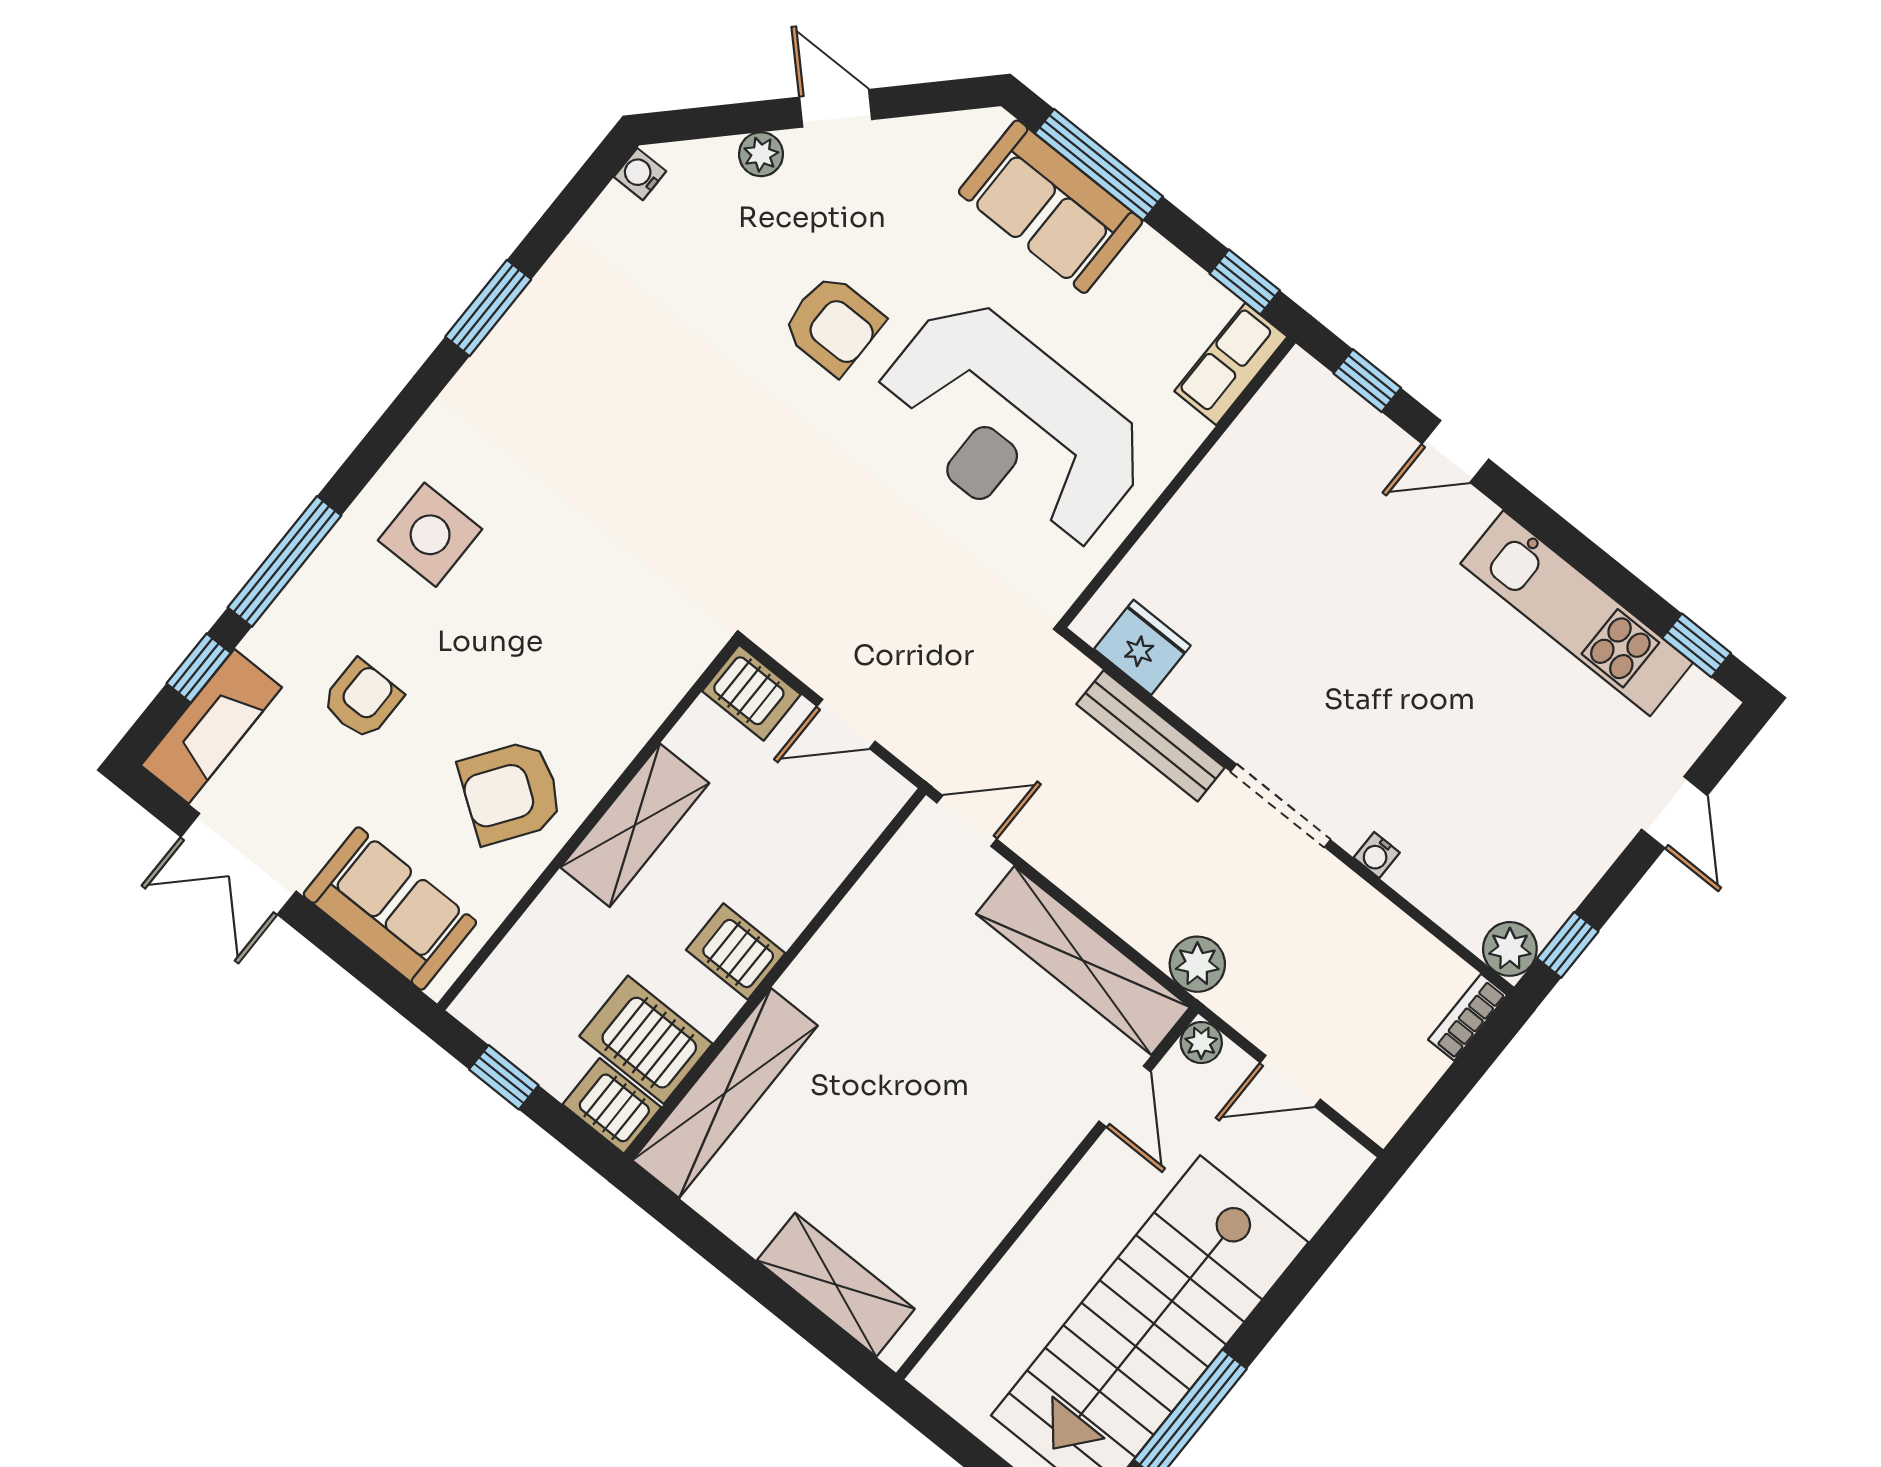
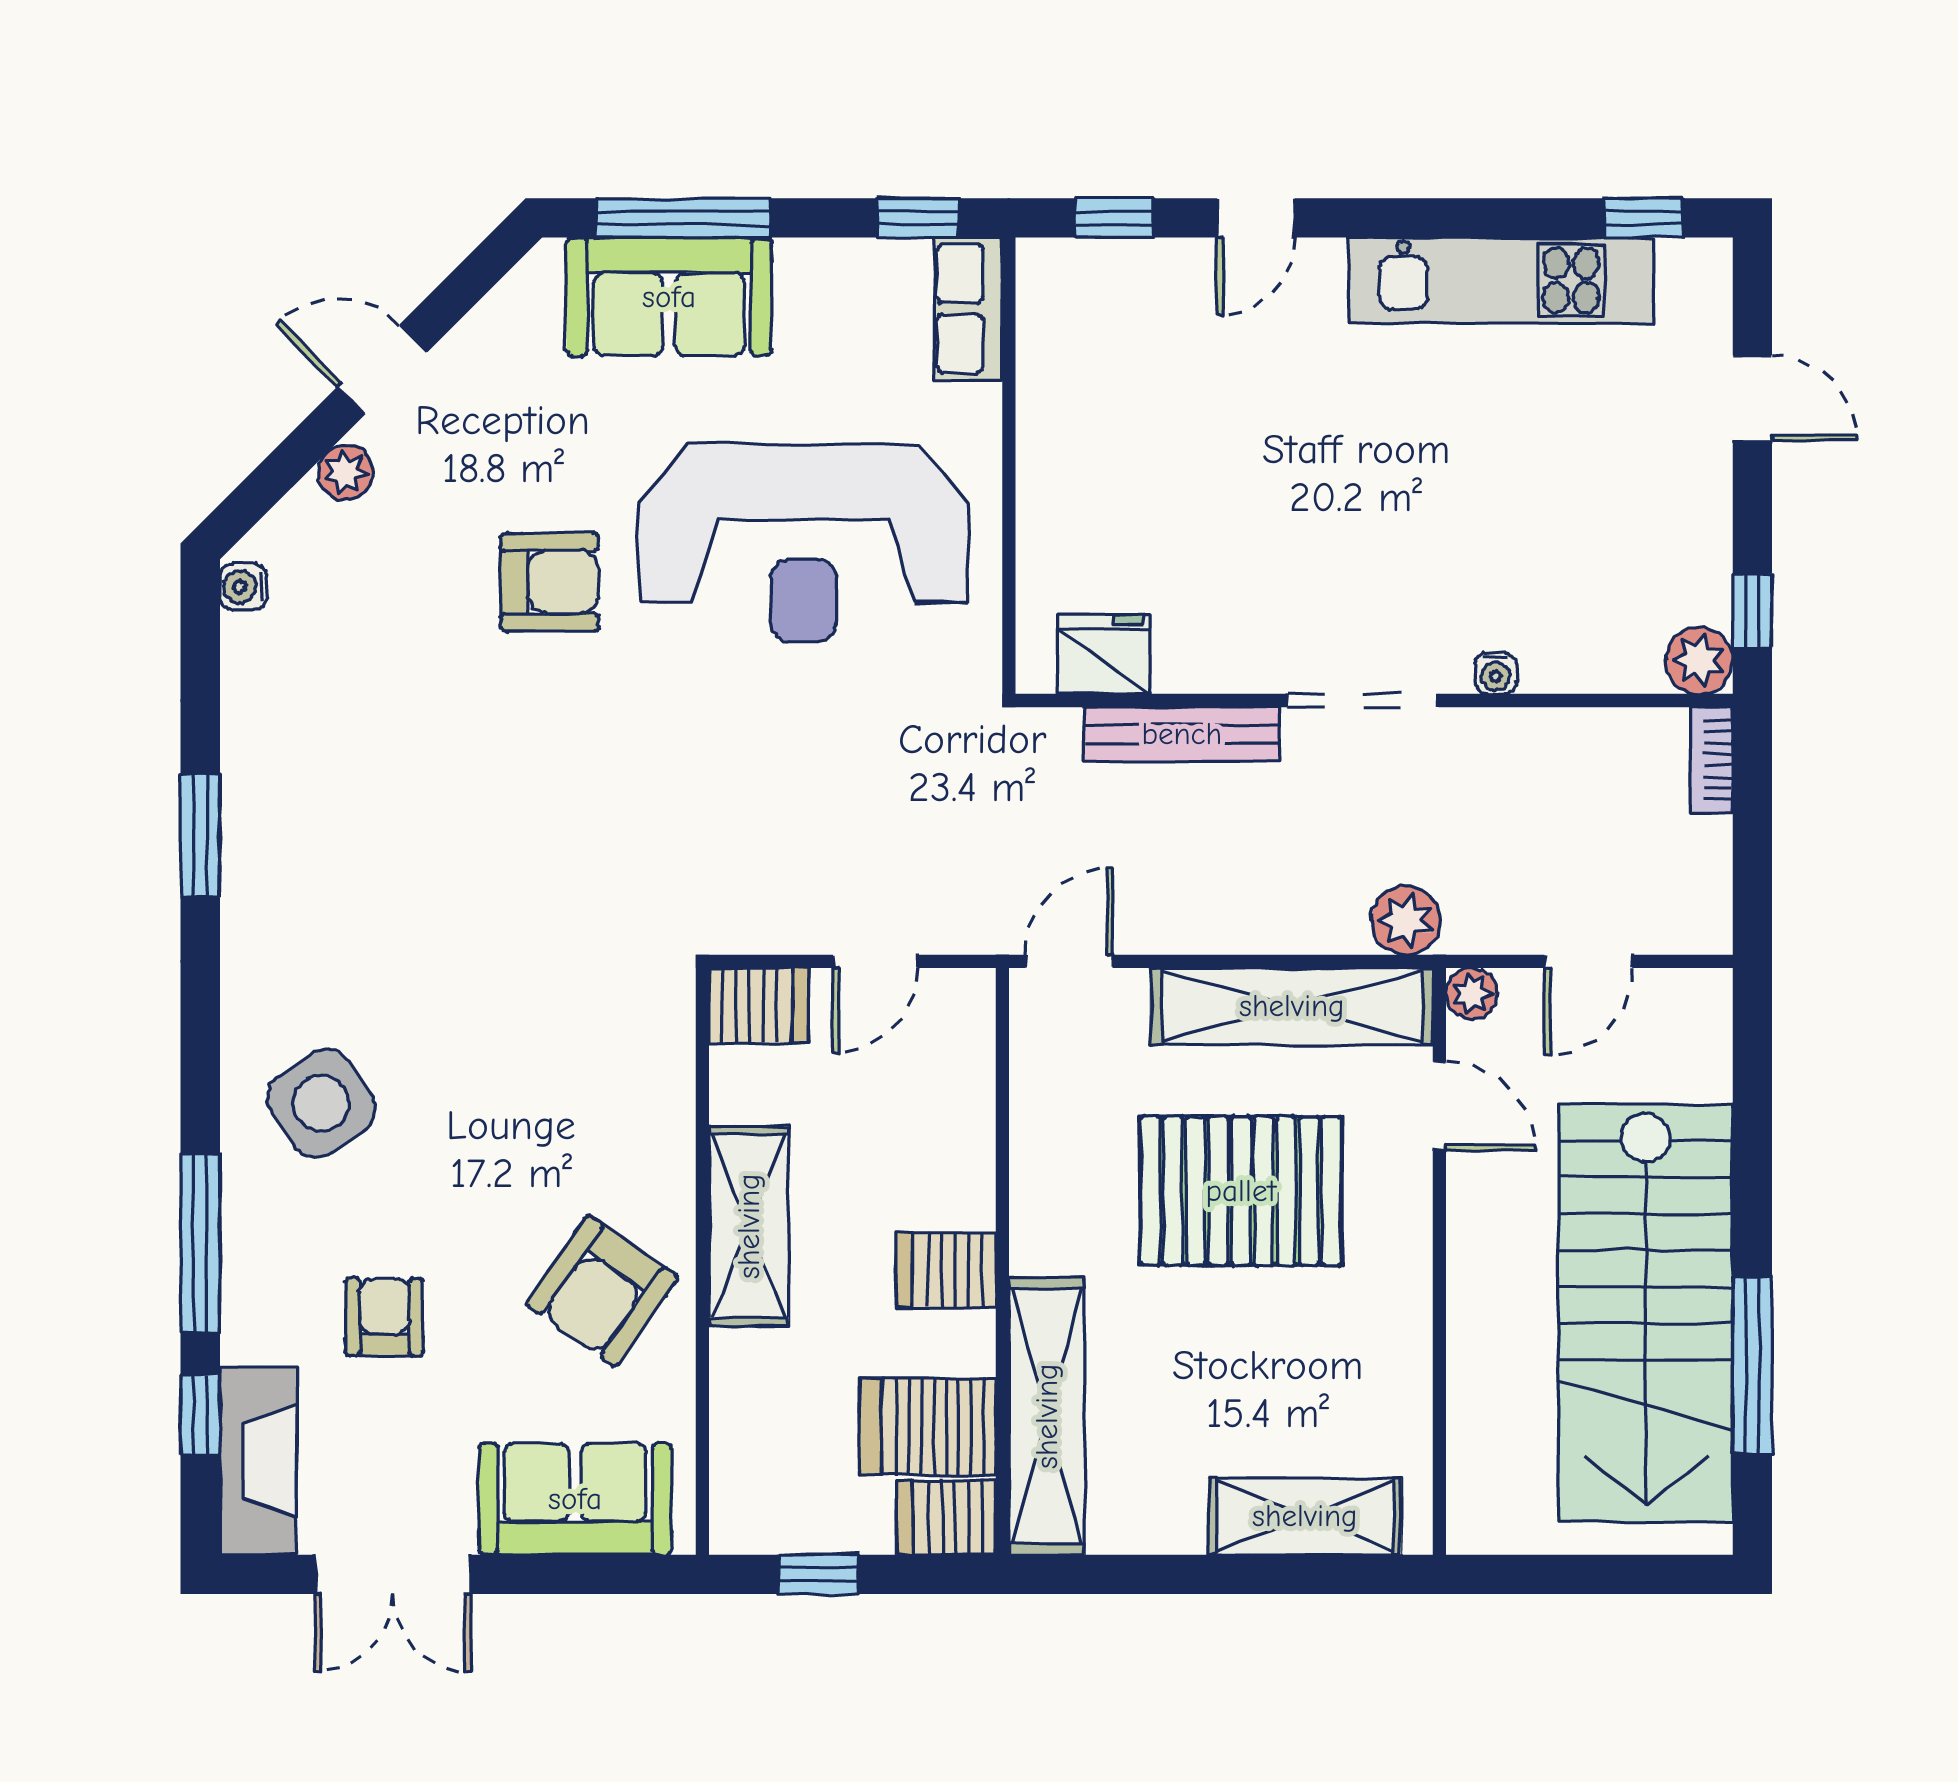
side table: (430, 535) -> (321, 1103), turned -34
pallet: (959, 1050) -> (1241, 1191), added

